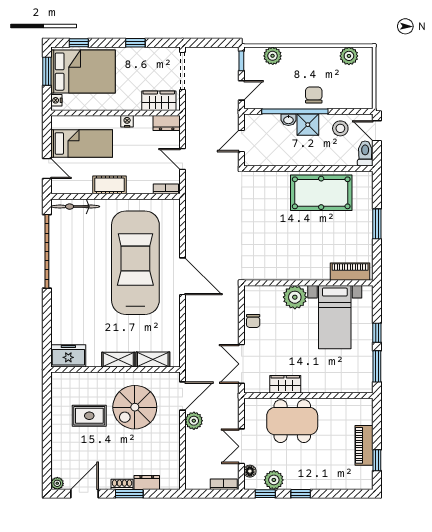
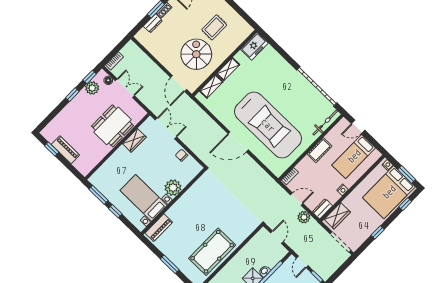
plant: (194, 421) -> (304, 217), moved

